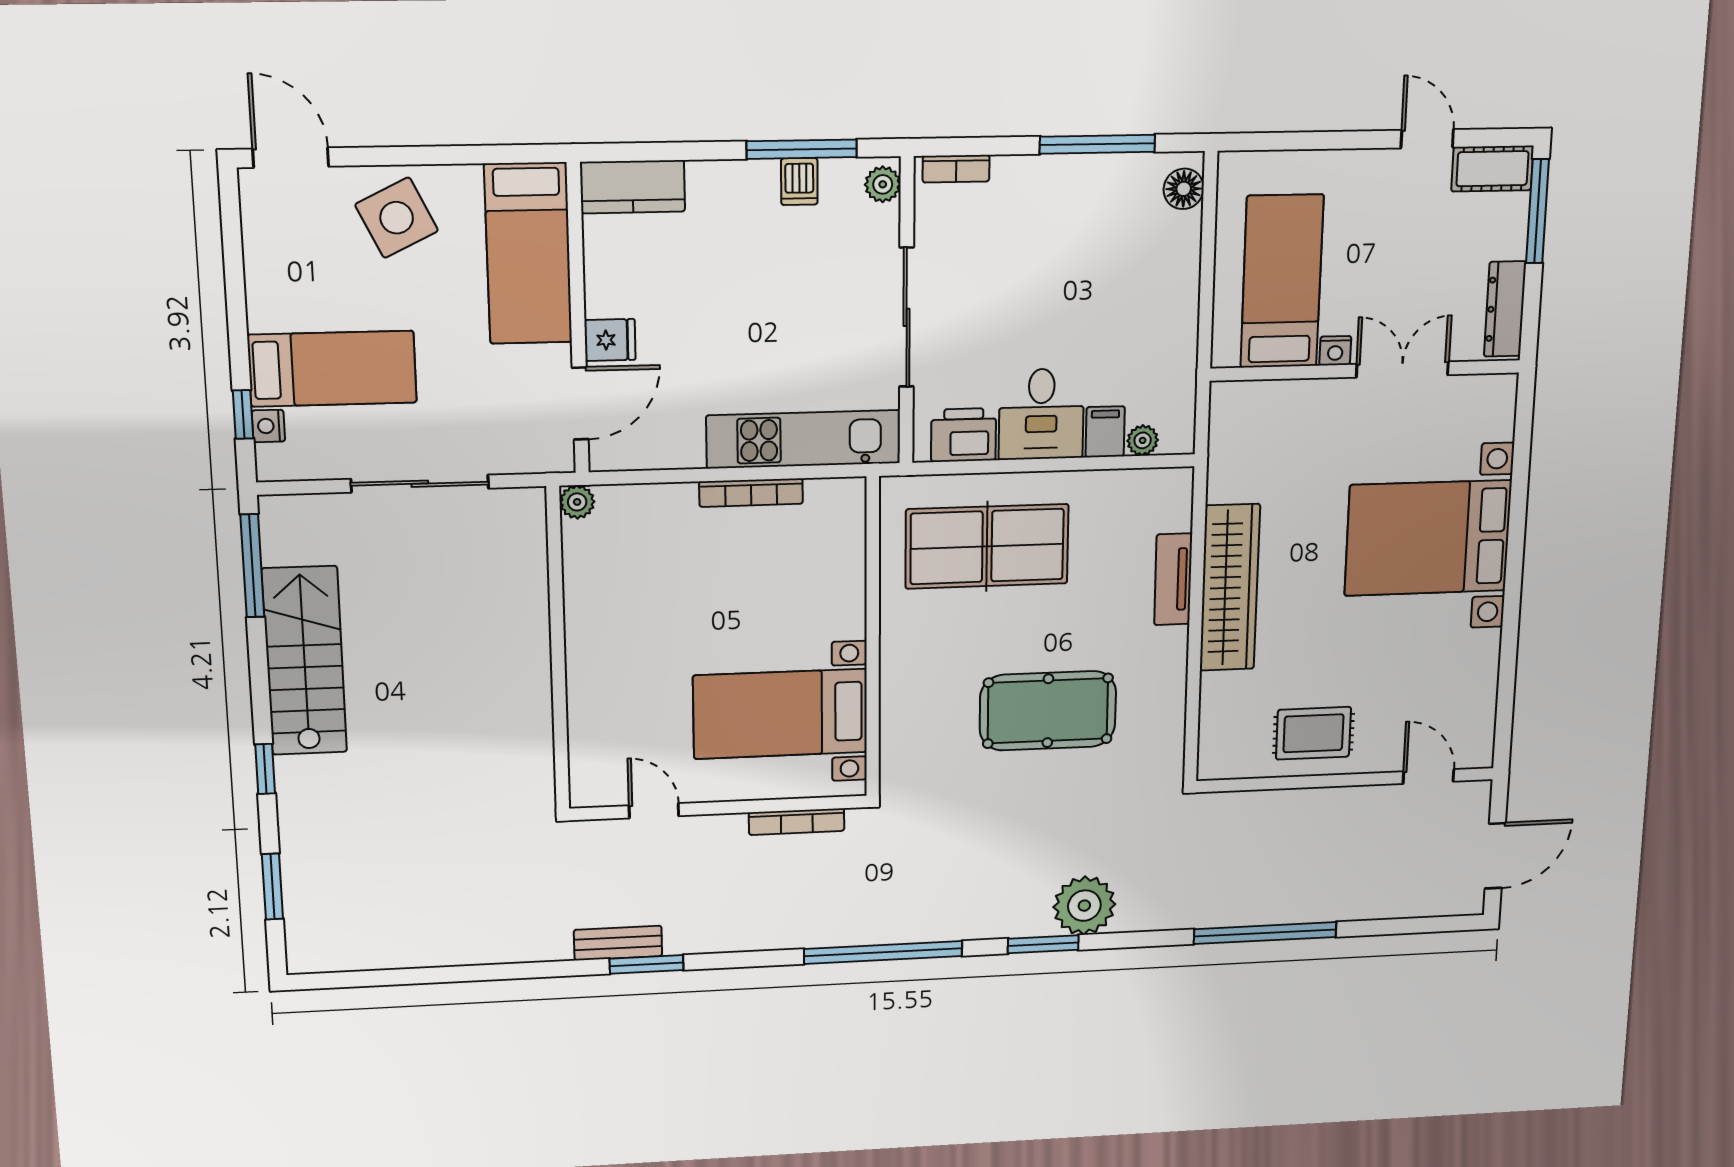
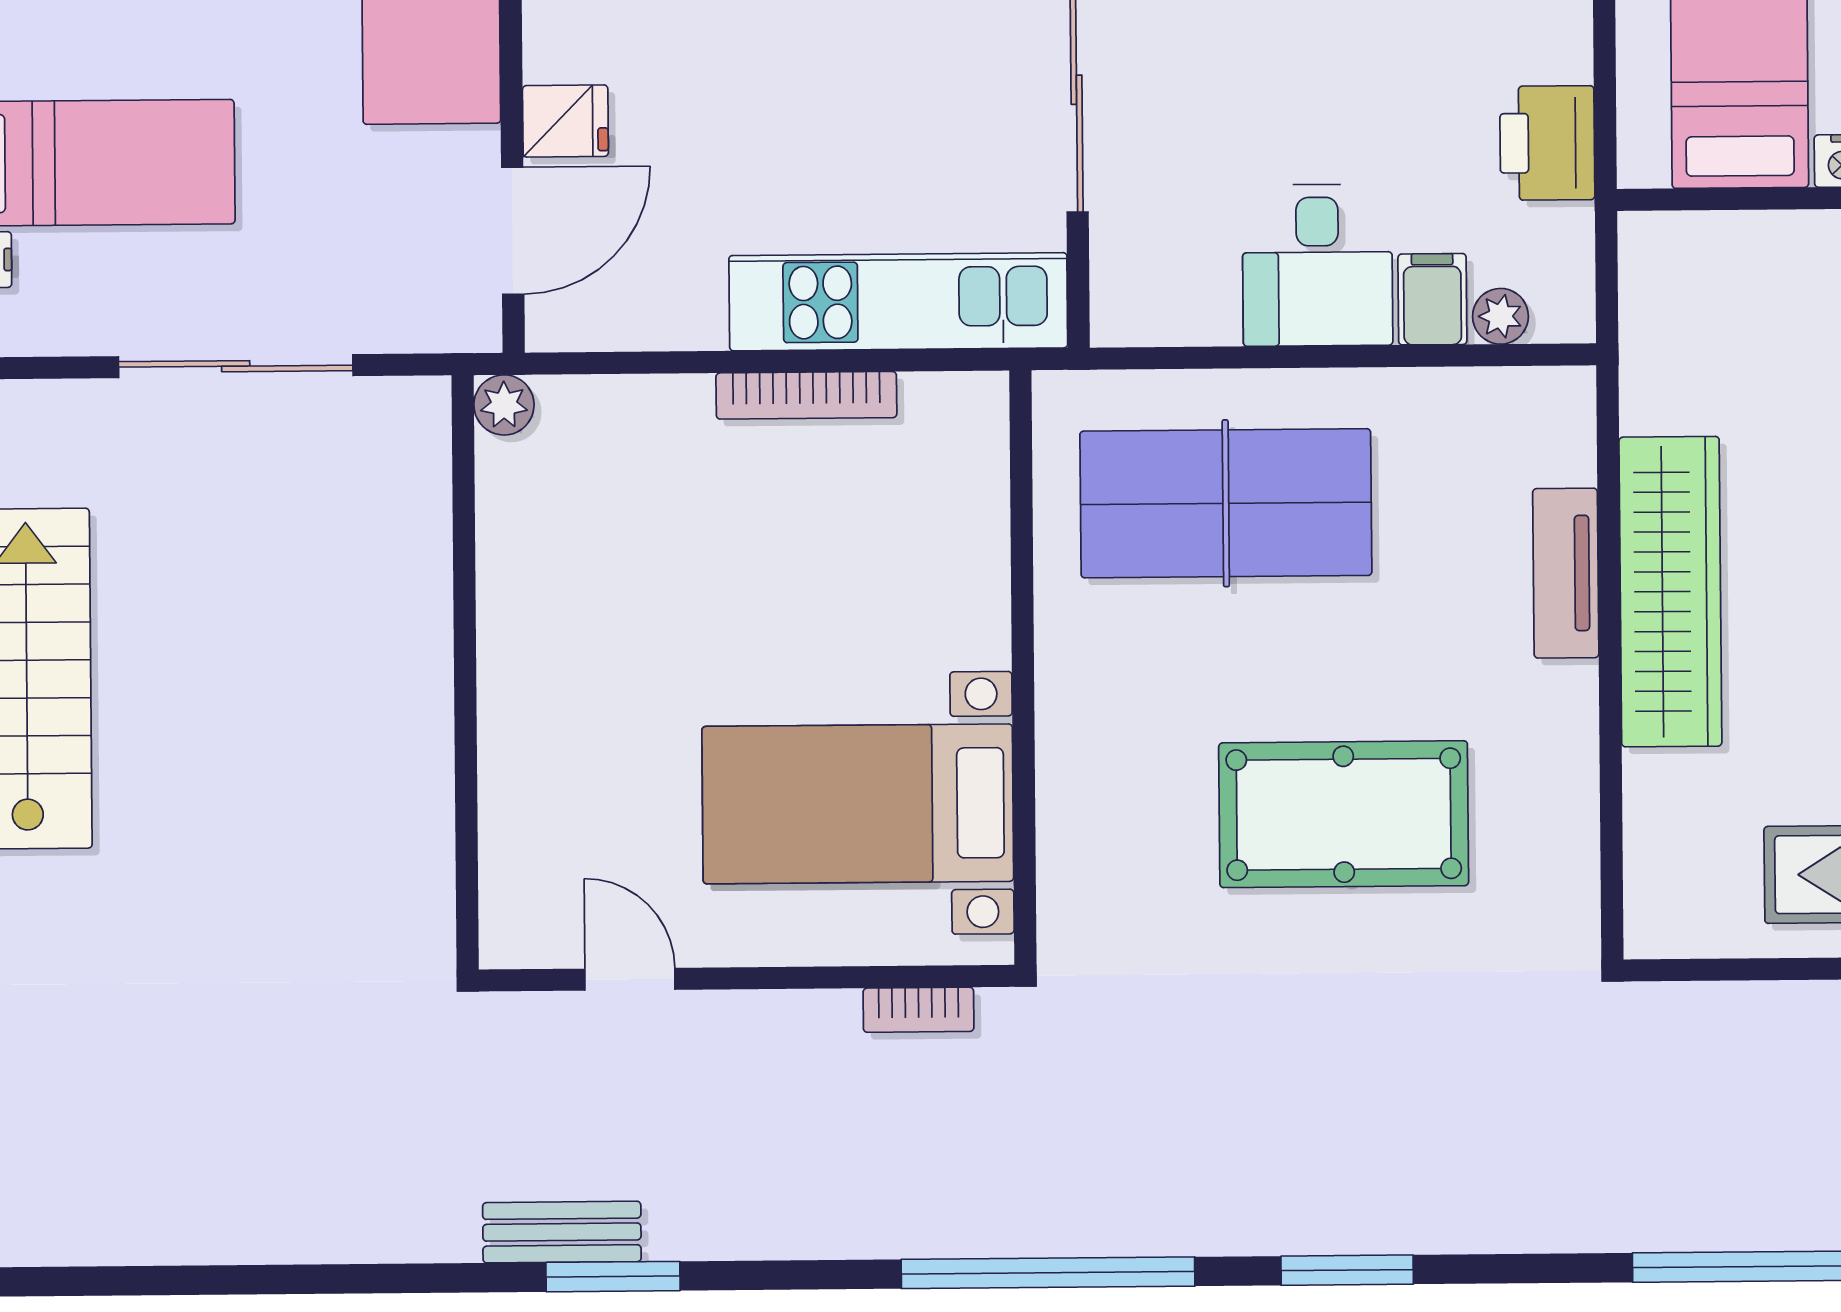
printer: (964, 435) -> (1547, 143), moved, turned -90
bookcase: (797, 822) -> (918, 1010), width x0.64
plant: (1084, 906) -> (1422, 1196), removed

